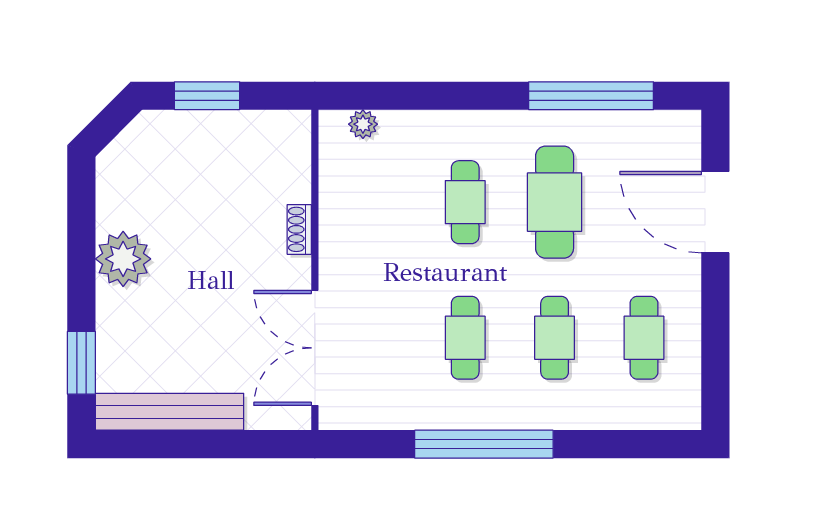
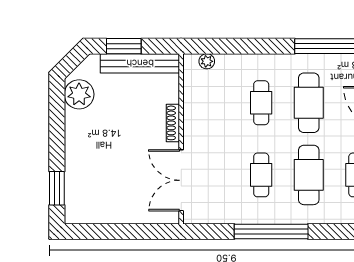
shoe rack: (299, 229) -> (173, 123), width x1.43
plant: (123, 259) -> (79, 94), moved
cafe table: (555, 338) -> (309, 175), width x1.37, depth x1.35
bench: (169, 412) -> (140, 63), moved

